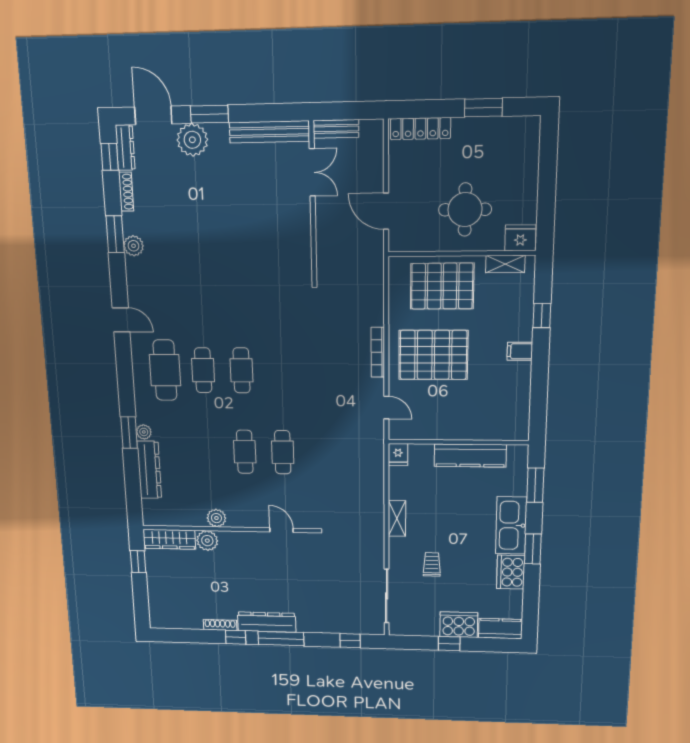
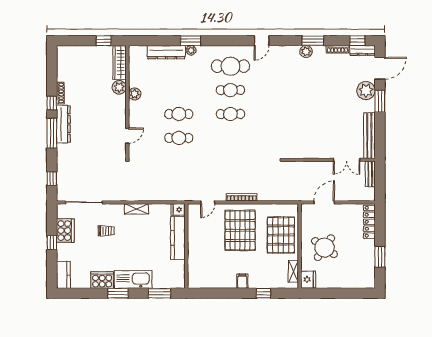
round table: (465, 210) -> (324, 248), turned 35
kitchen counter: (470, 456) -> (178, 238), moved
cooker: (459, 625) -> (65, 231), moved

